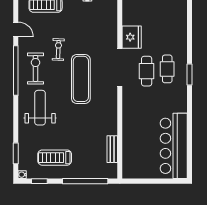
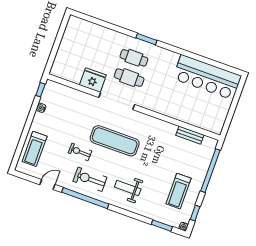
weight bench: (40, 108) -> (128, 188), width x0.73, depth x0.75

